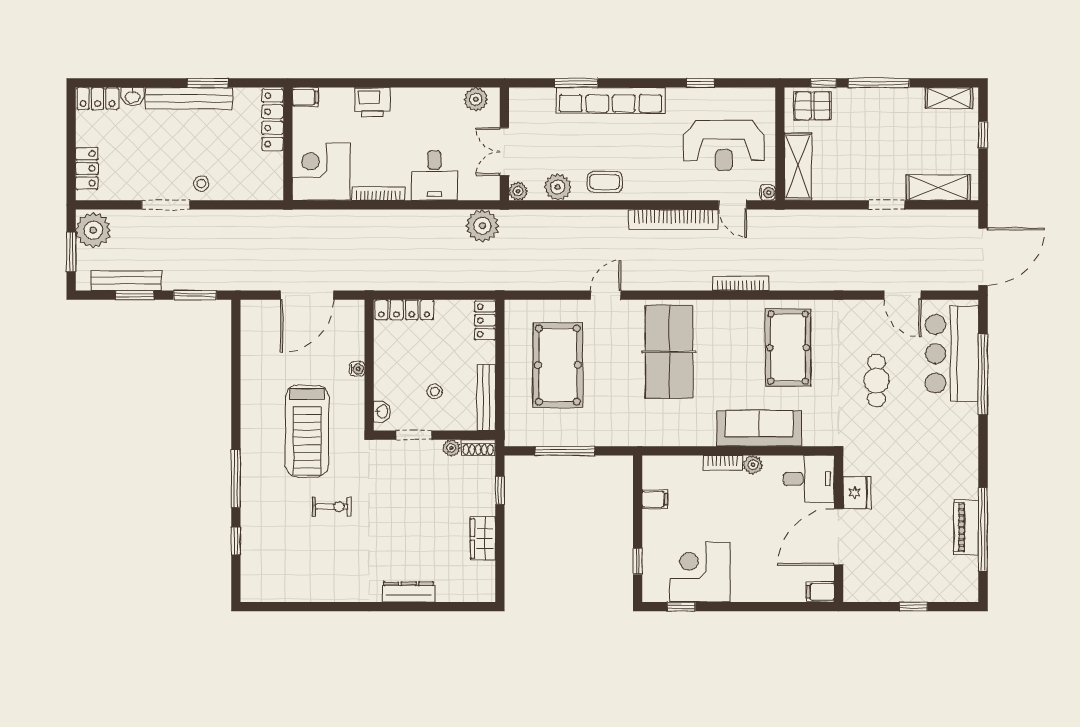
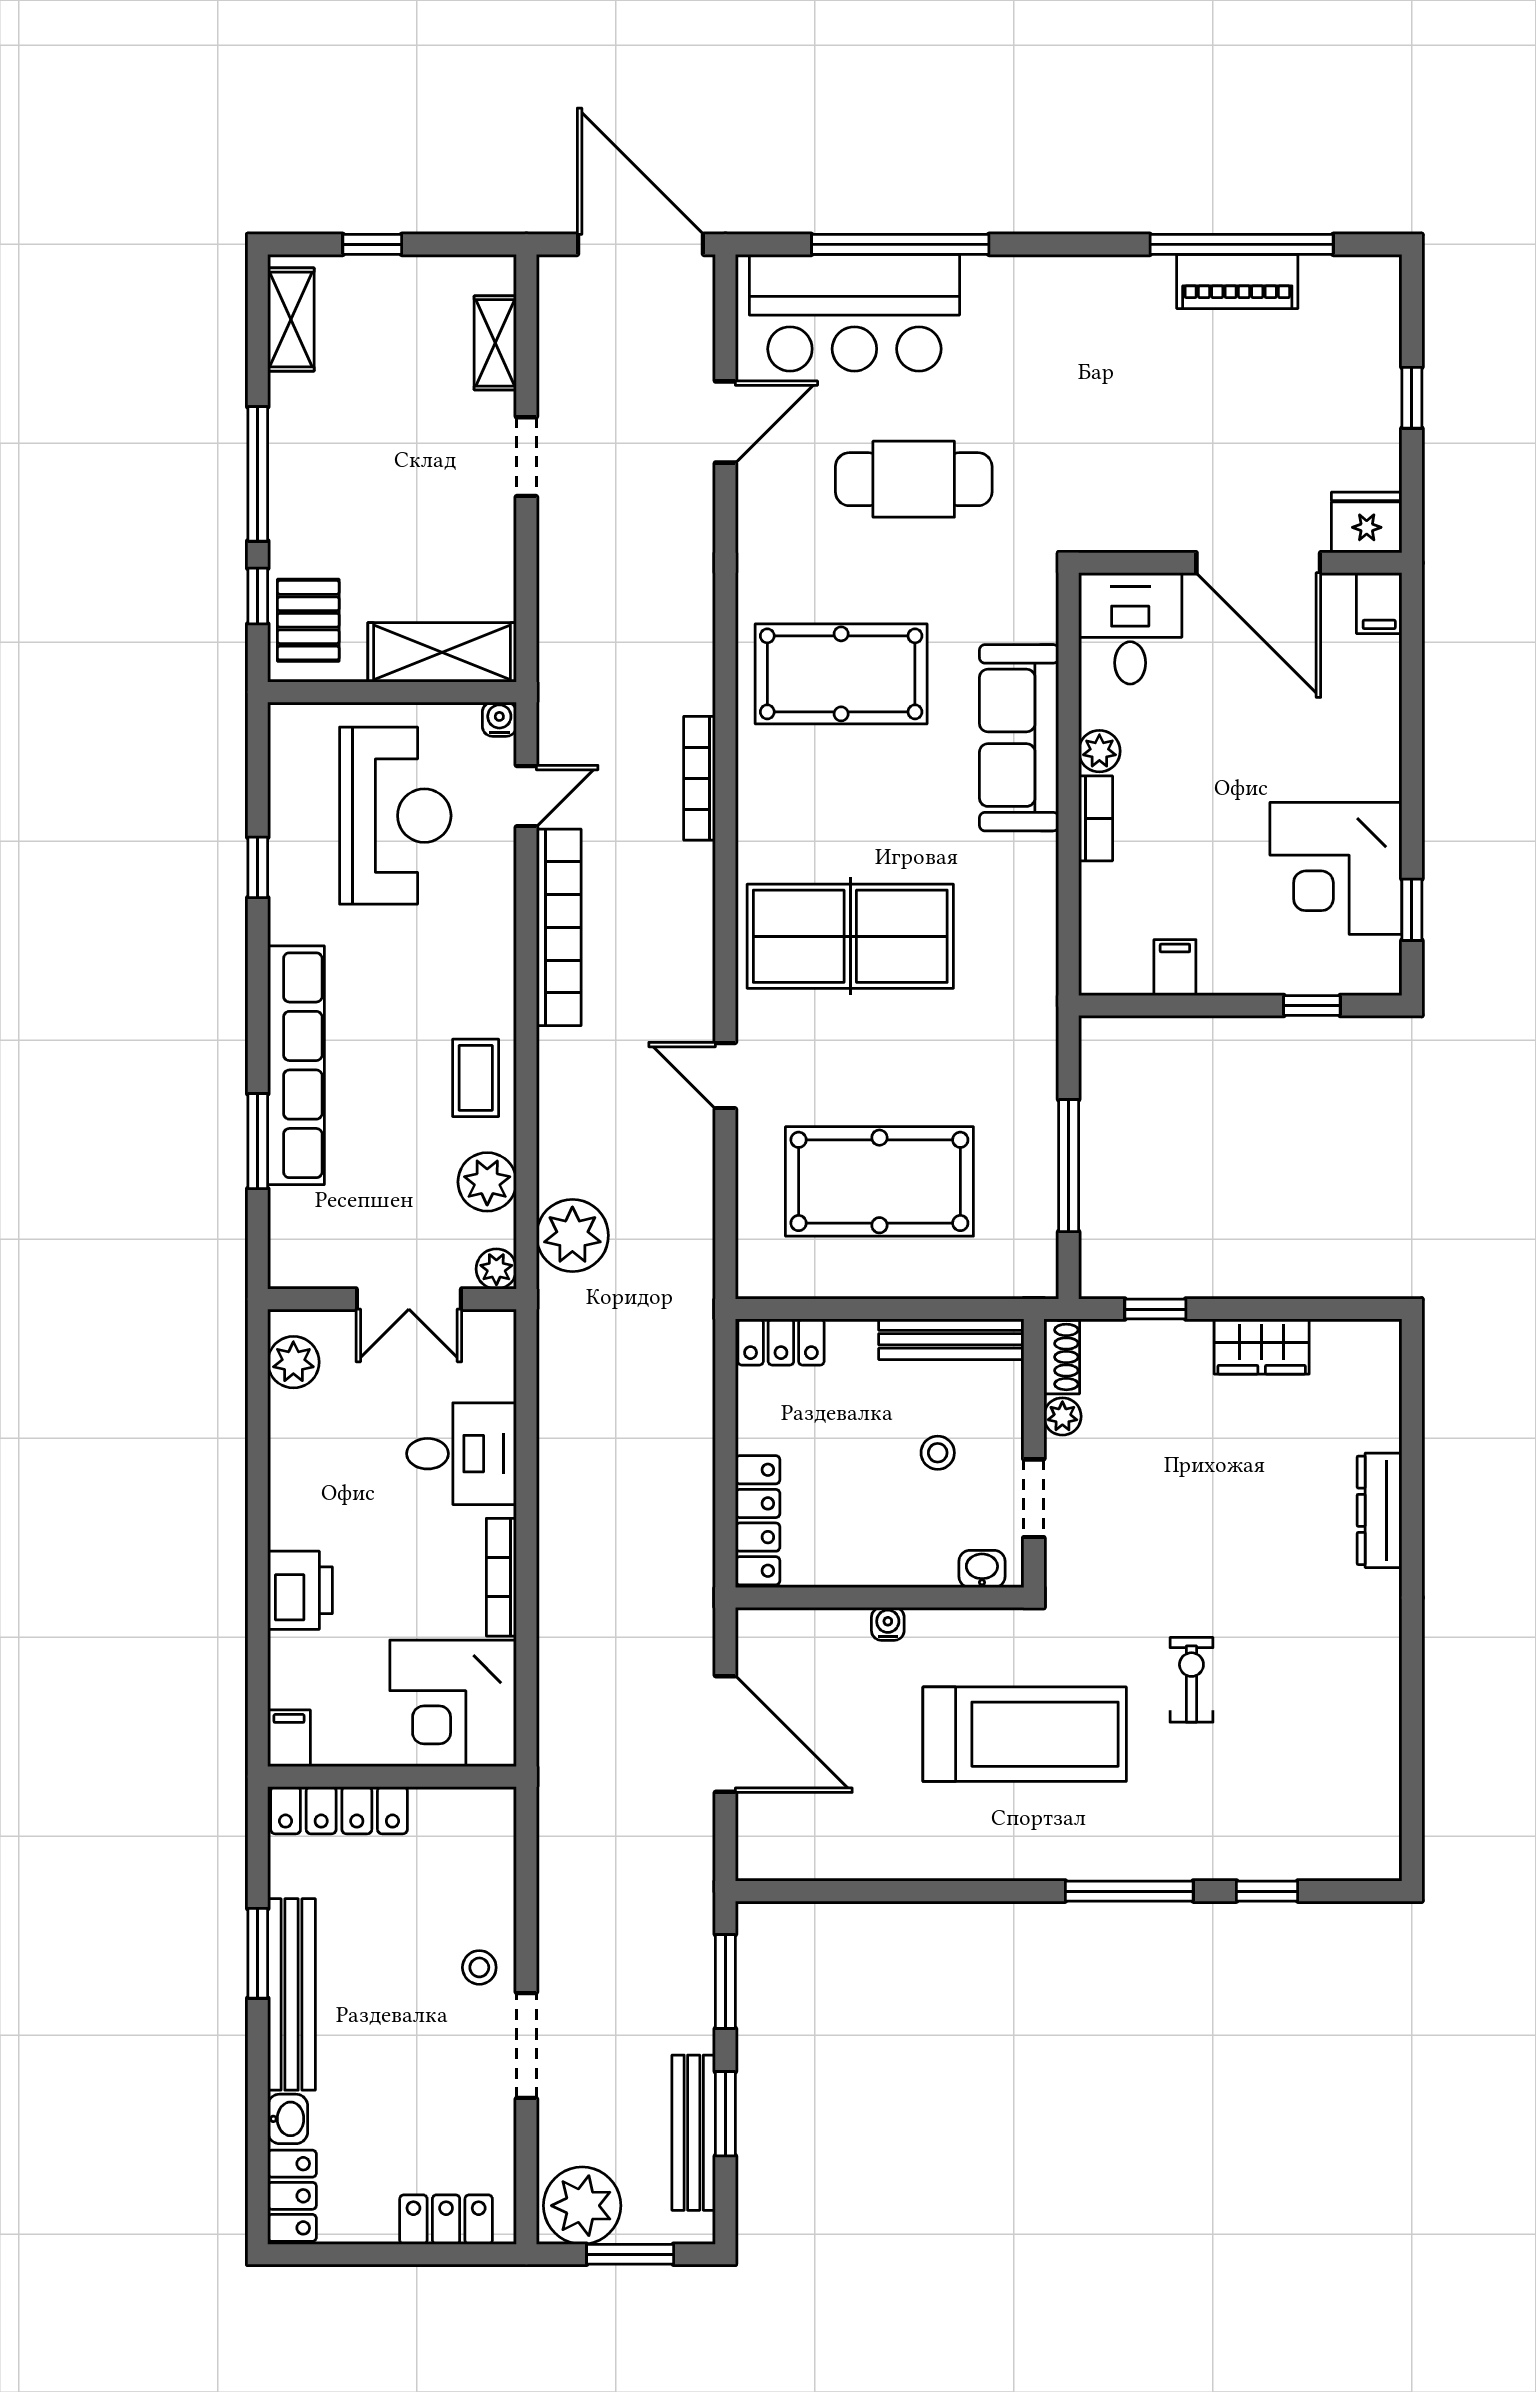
shelving: (938, 188) -> (495, 343), width x0.67, depth x0.75
plant: (482, 226) -> (572, 1235), moved
cafe table: (876, 381) -> (914, 479), width x1.37, depth x1.35
fridge: (857, 493) -> (1367, 522), moved

